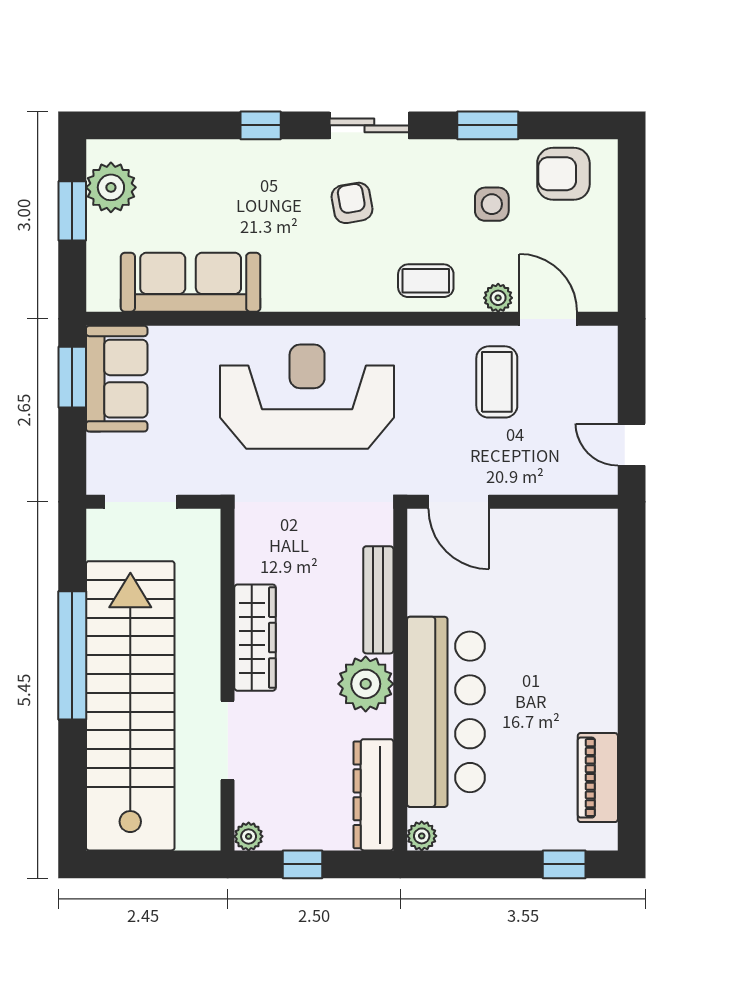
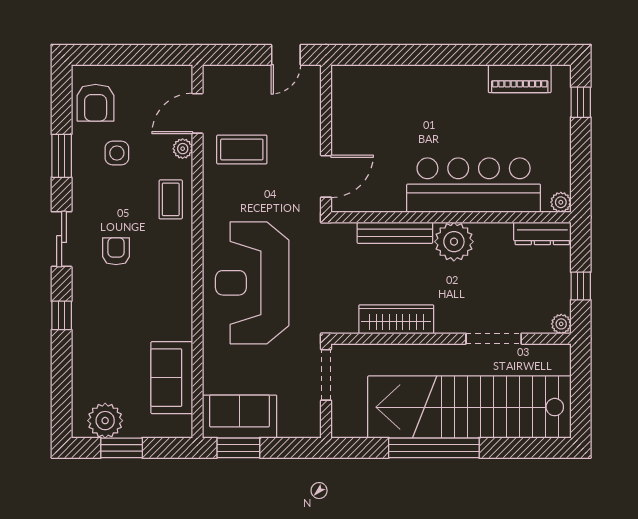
armchair: (352, 203) -> (116, 251), turned 100
sofa: (191, 282) -> (172, 378), width x0.73
doorway: (141, 502) -> (326, 375), moved
wardrobe: (255, 638) -> (396, 319), moved
dresser: (373, 795) -> (542, 233), width x0.73, depth x0.80

